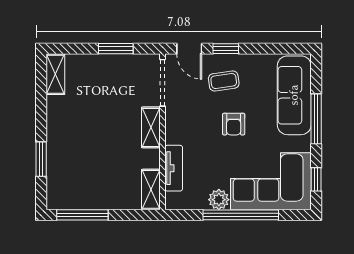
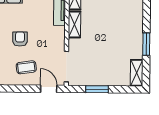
window: (226, 49) -> (25, 89), removed
shelving: (151, 127) -> (74, 24), moved
window: (41, 159) -> (146, 44), moved

